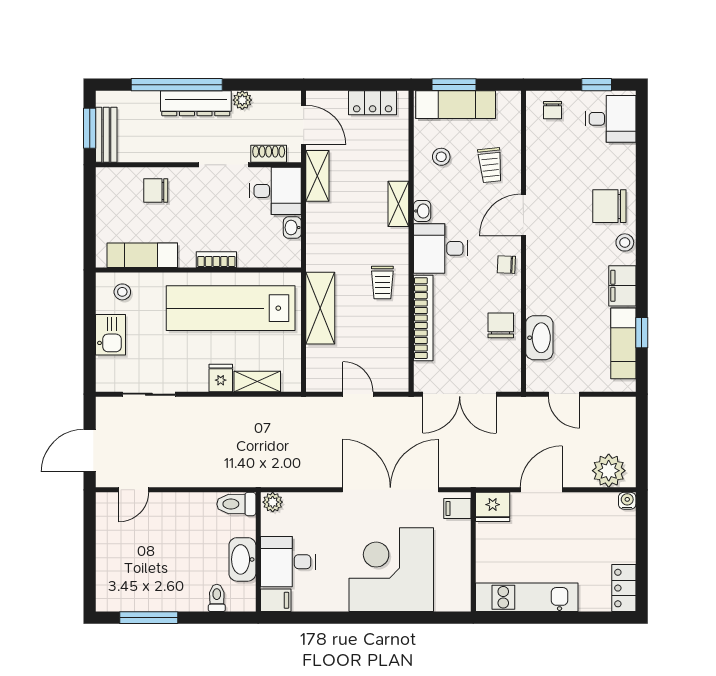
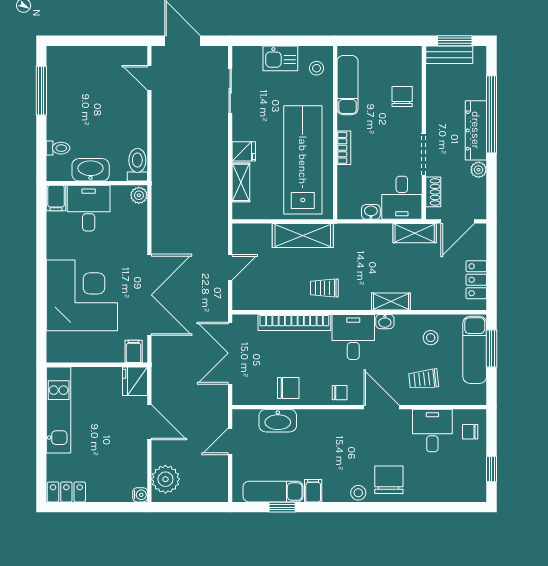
desk: (611, 119) -> (432, 431), moved, turned 180
chair: (506, 265) -> (340, 393), turned 88
filing cabinet: (622, 286) -> (313, 491), width x0.50

